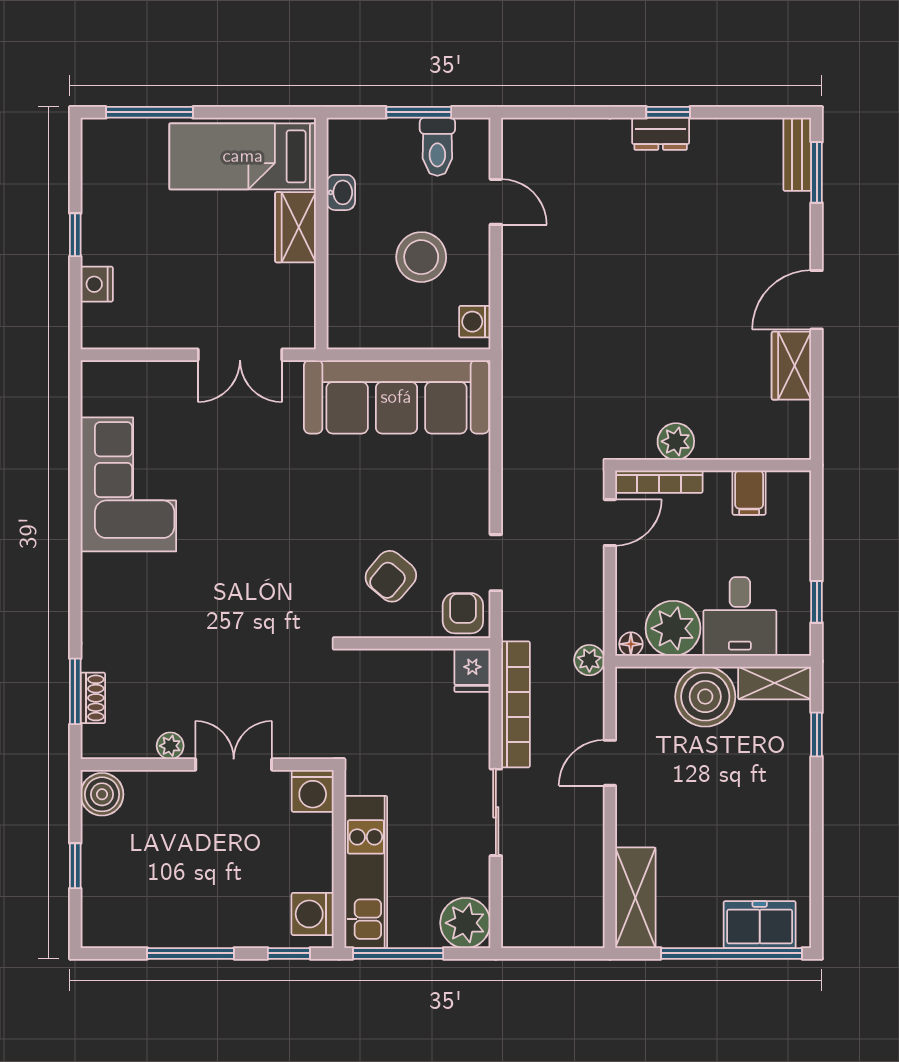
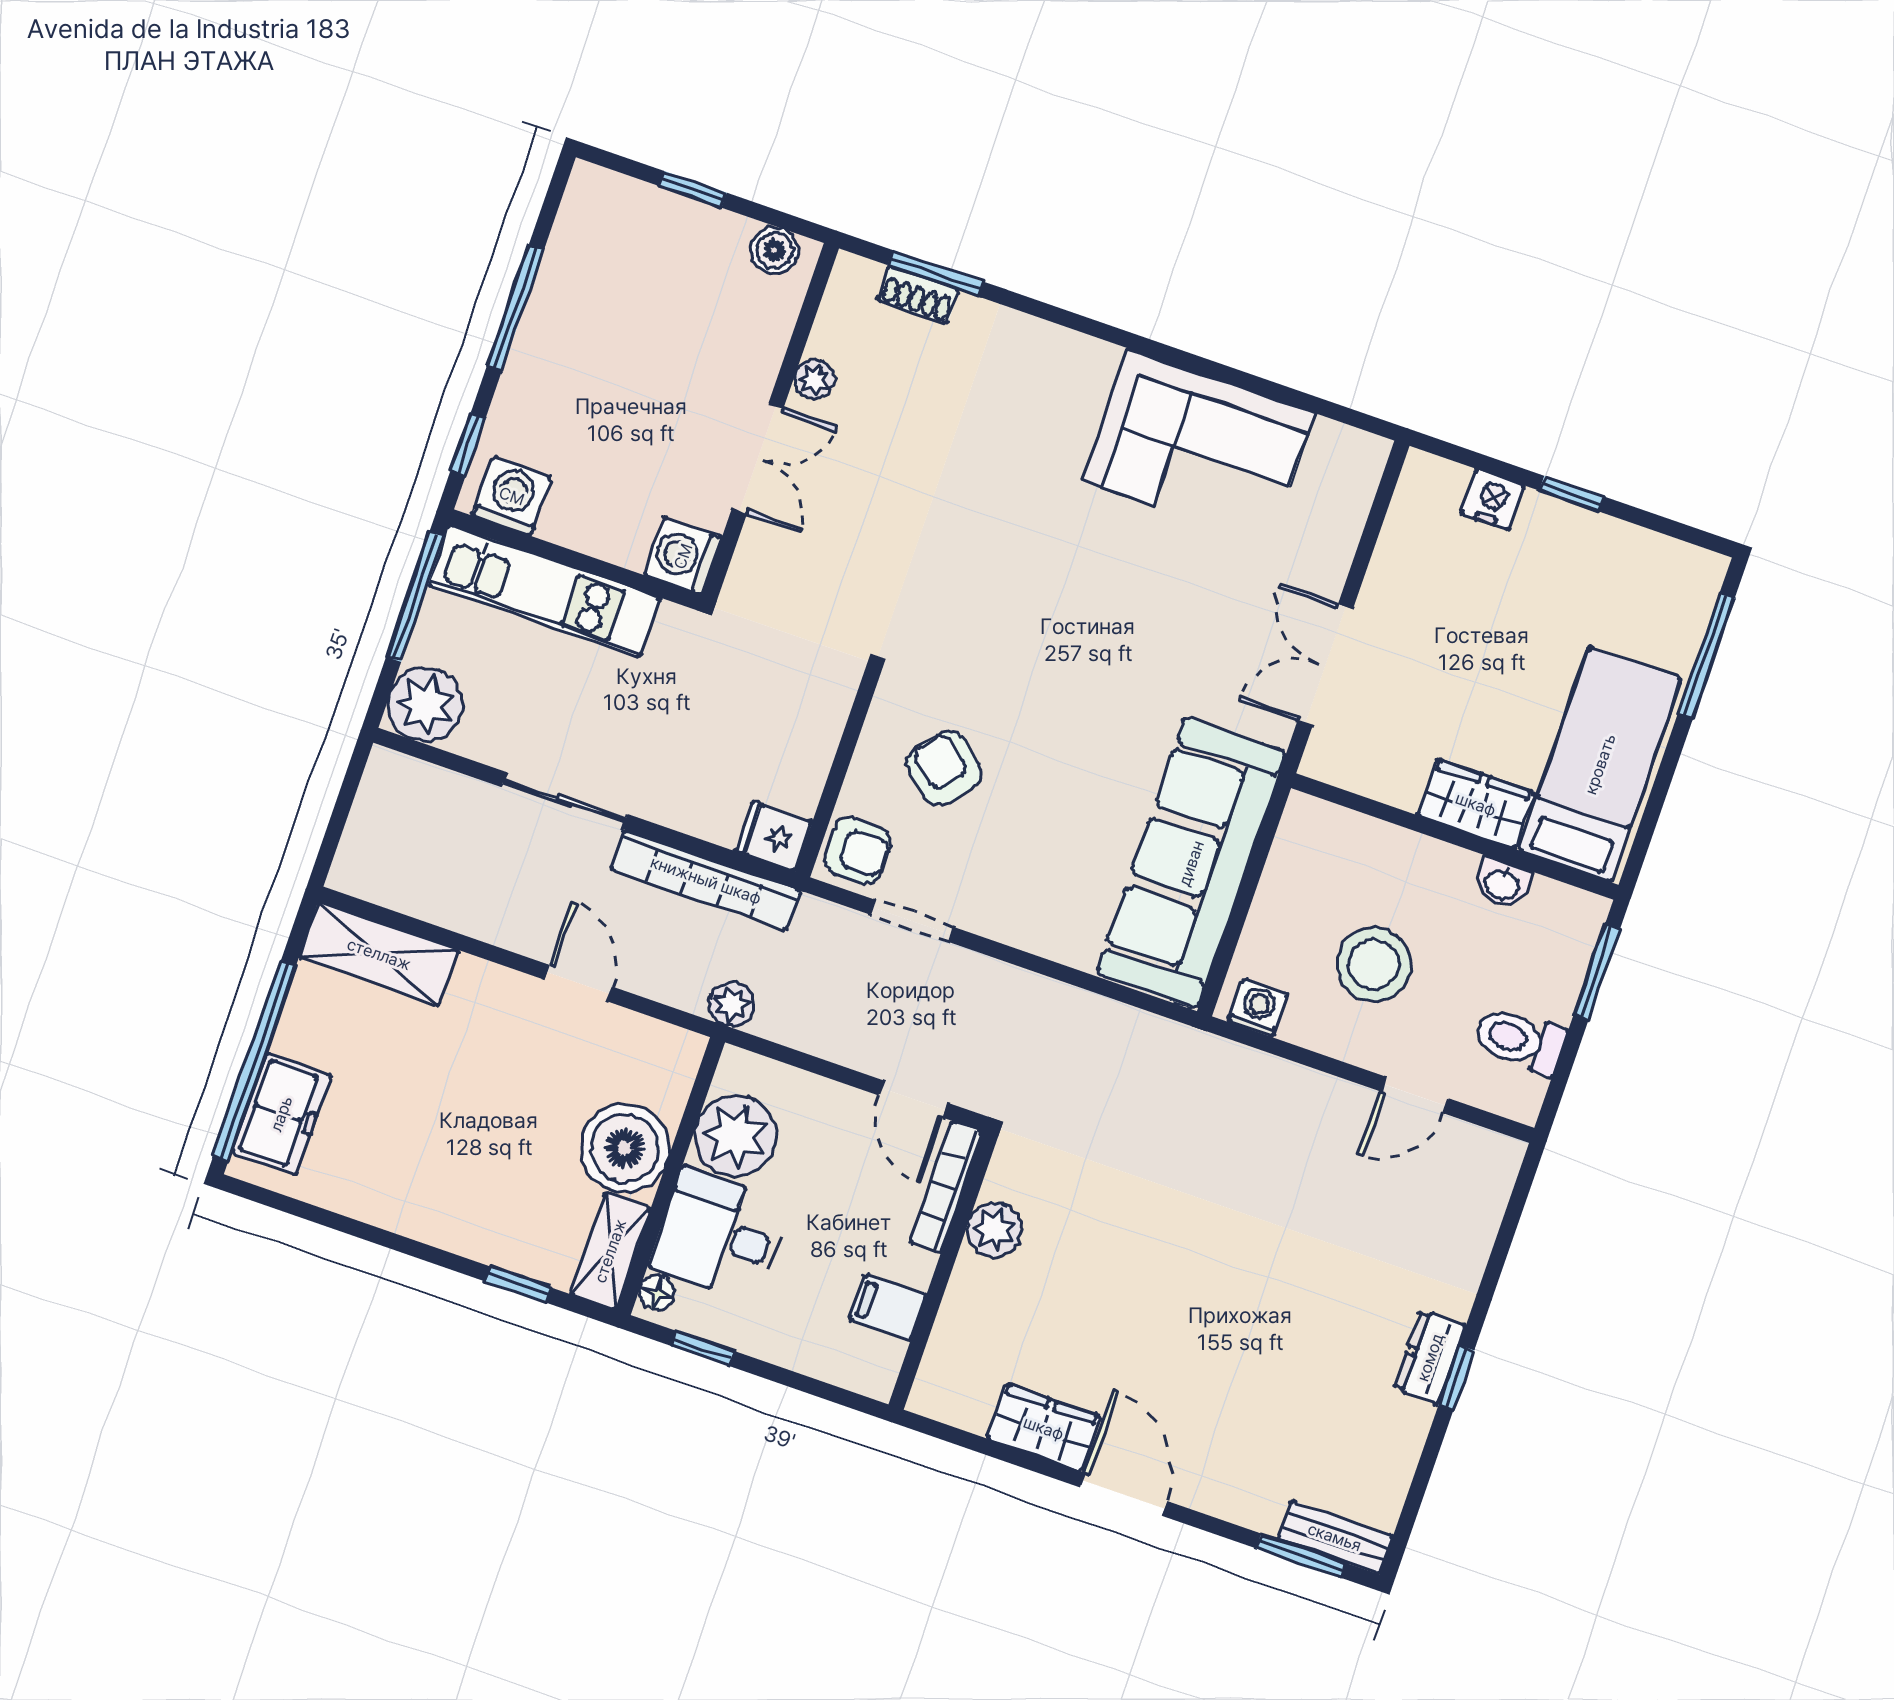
window: (419, 112) -> (1597, 972), moved
floor lamp: (631, 644) -> (657, 1293), moved
boiler: (102, 794) -> (774, 250), width x0.73, depth x0.73

